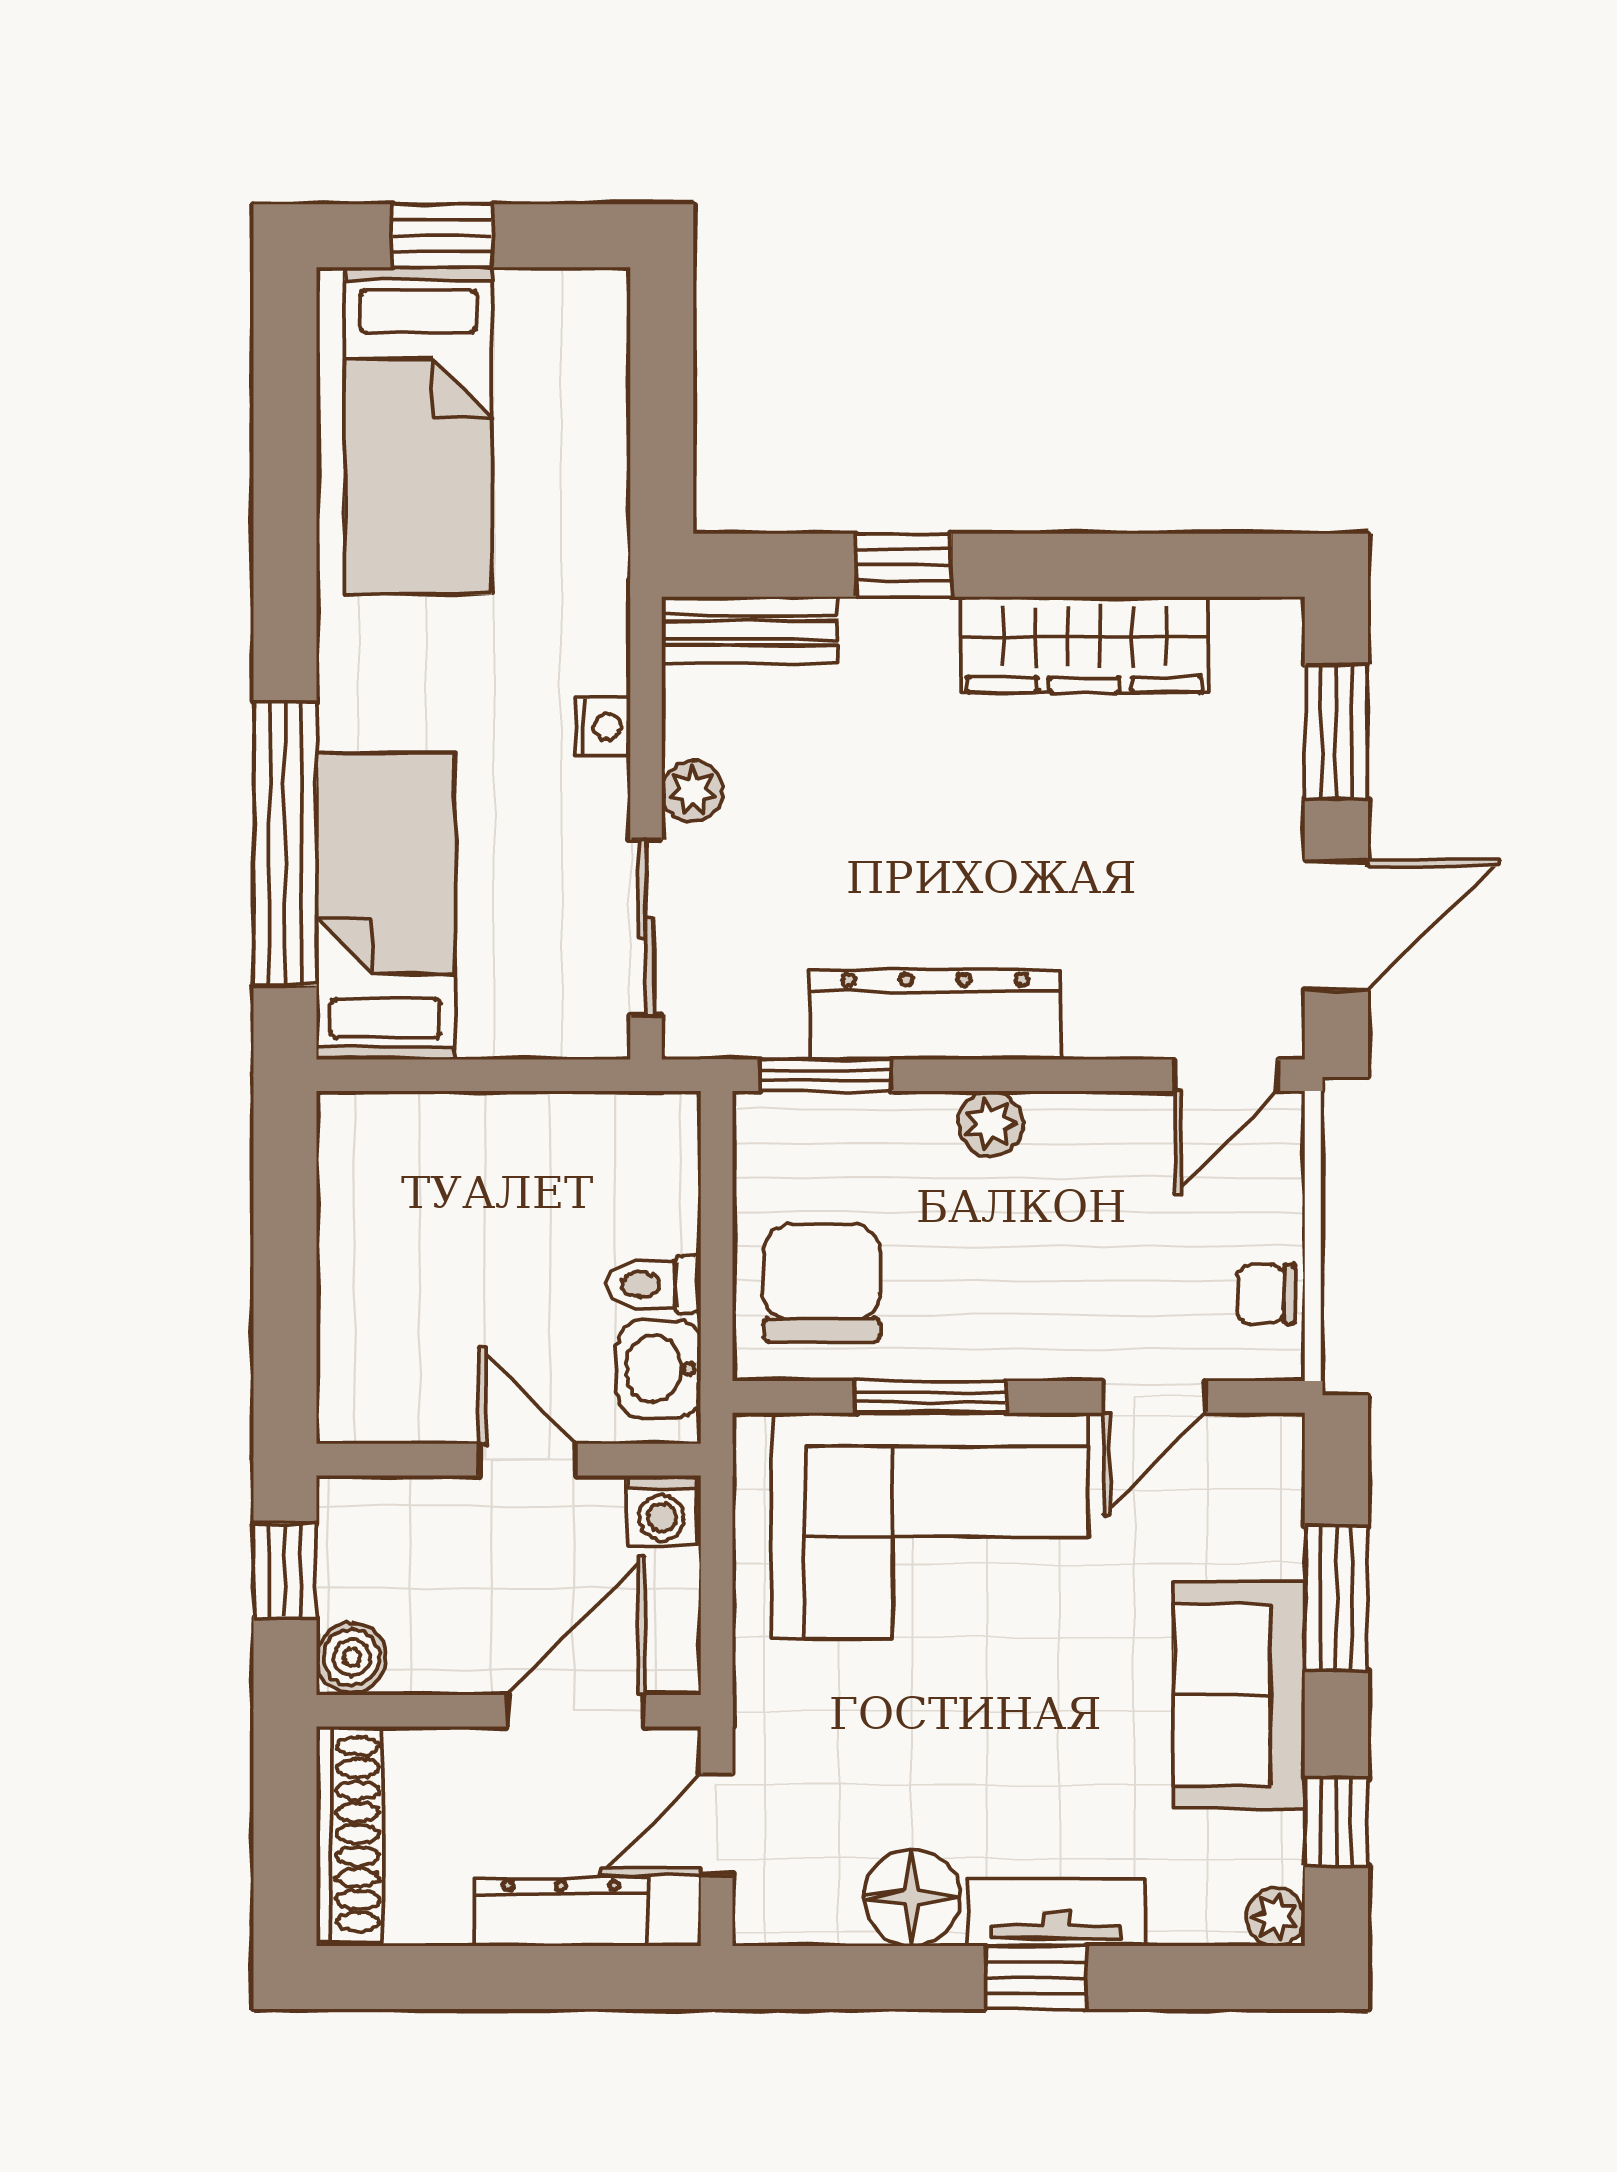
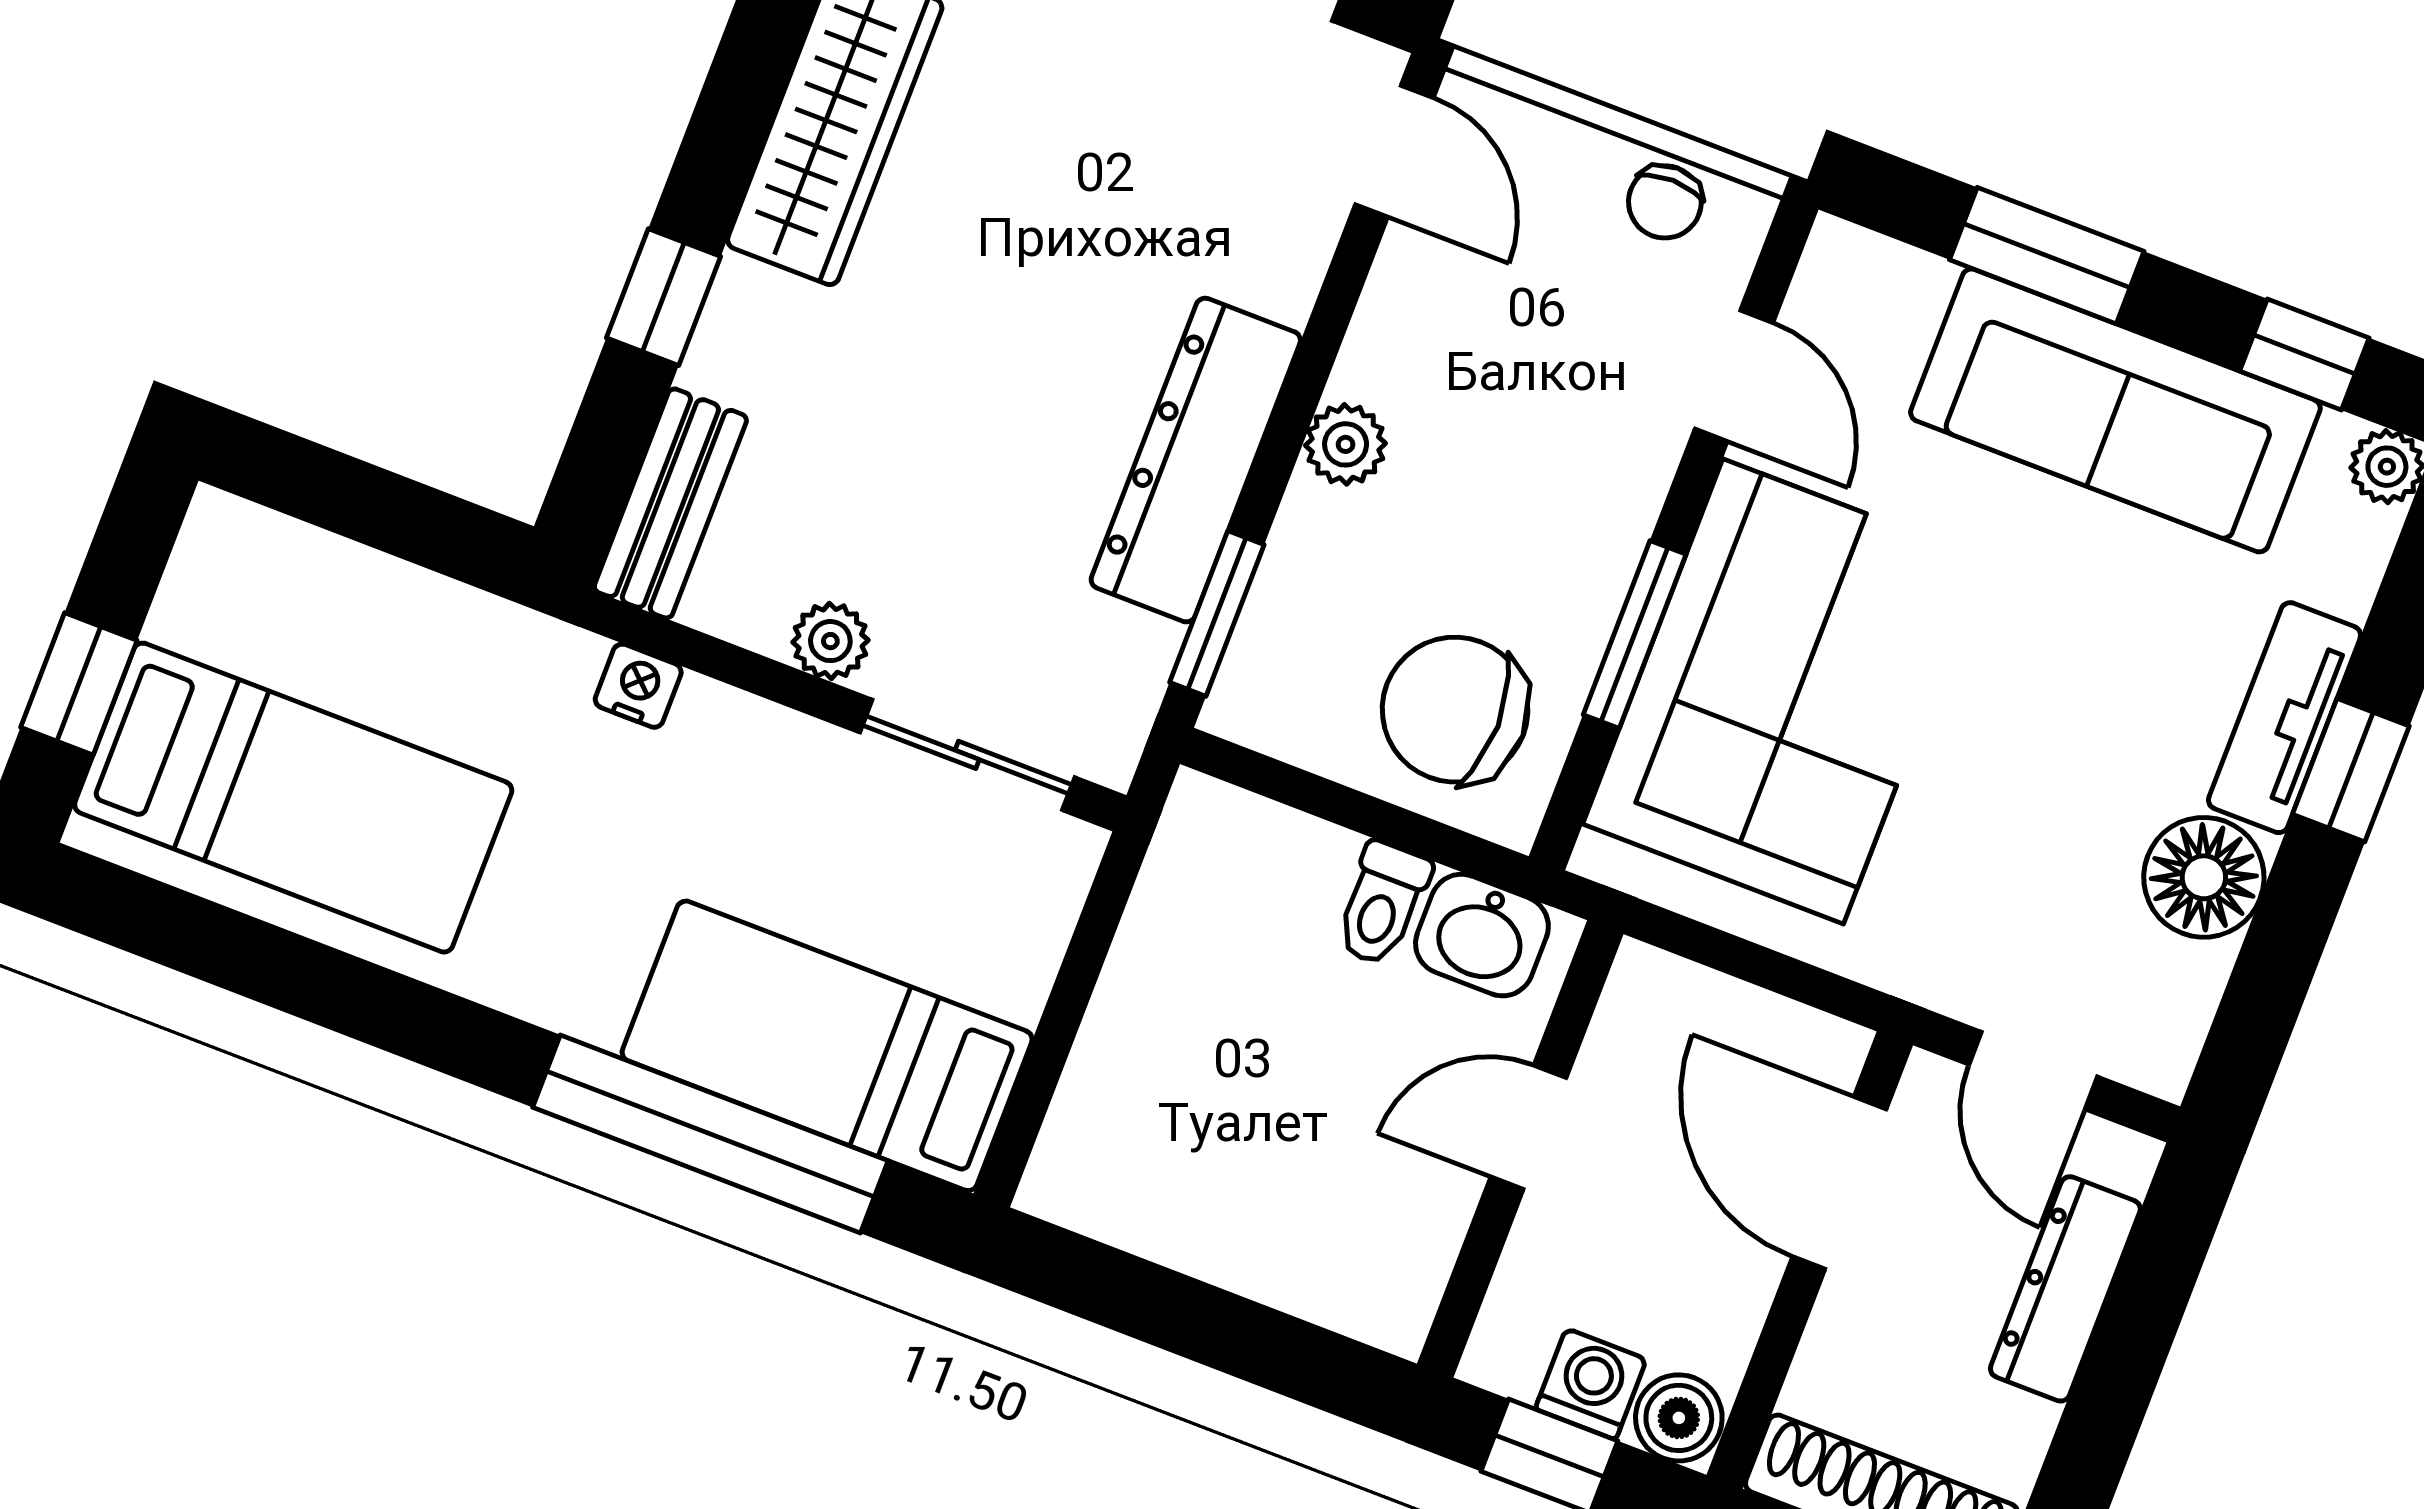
nightstand: (603, 727) -> (638, 686), moved
washing machine: (662, 1510) -> (1591, 1384), moved, turned -90
sofa: (1239, 1695) -> (2115, 410), width x1.36

